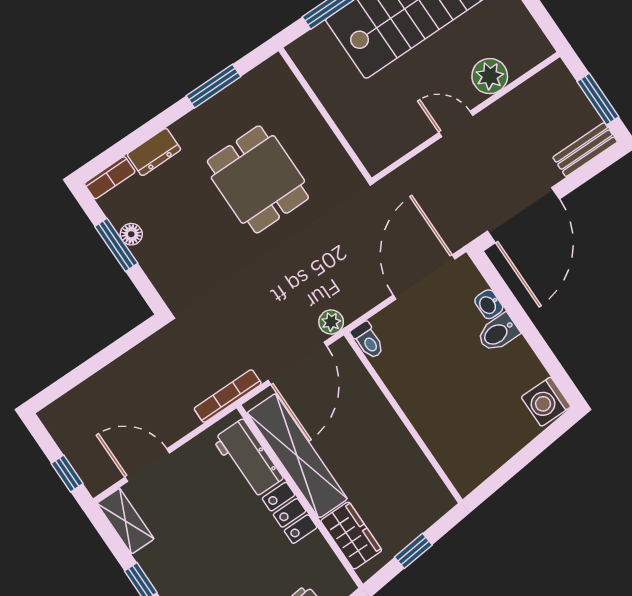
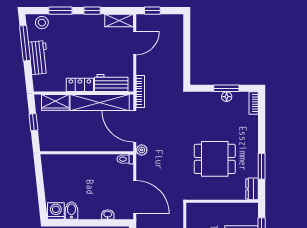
dresser: (154, 152) -> (252, 189), moved
bidet: (498, 333) -> (71, 211), moved

